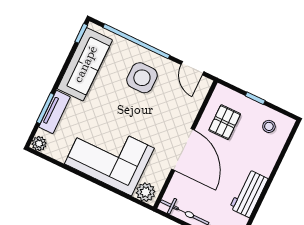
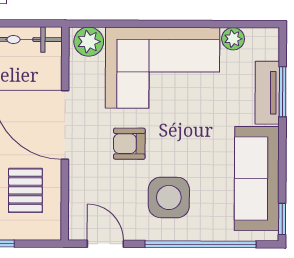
armchair: (150, 121) -> (129, 144), added
plant: (39, 144) -> (233, 39), moved

